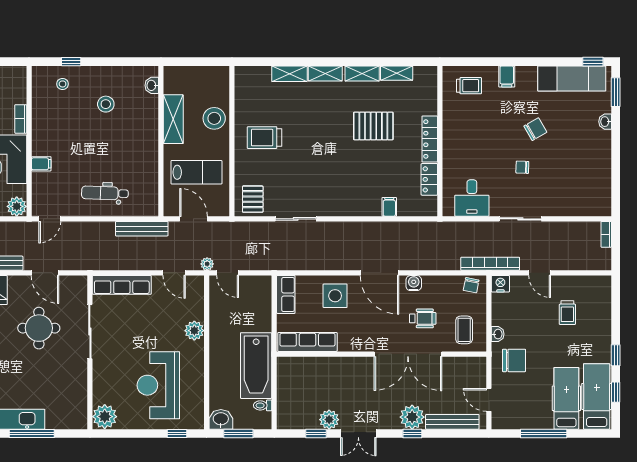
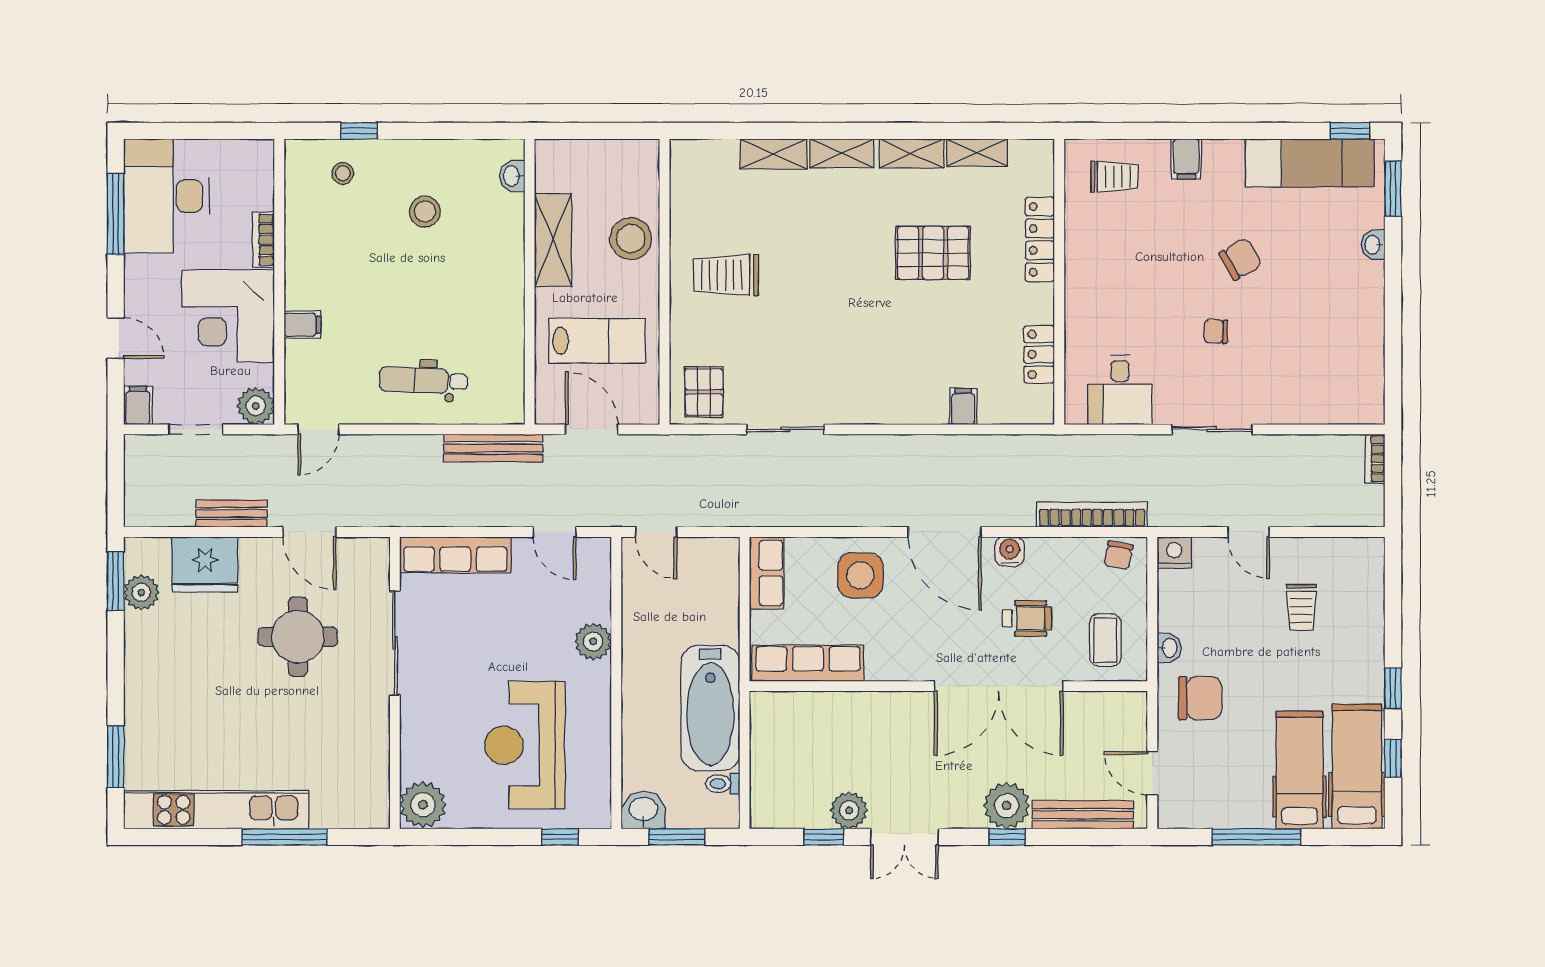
locker: (430, 139) -> (1040, 239), moved
plant: (207, 264) -> (617, 515), removed
bookcase: (490, 264) -> (1092, 515), moved

